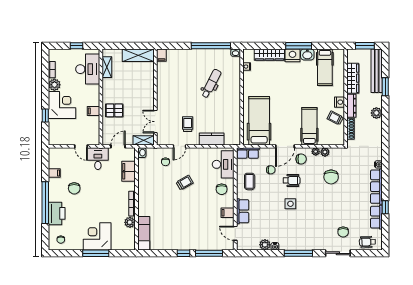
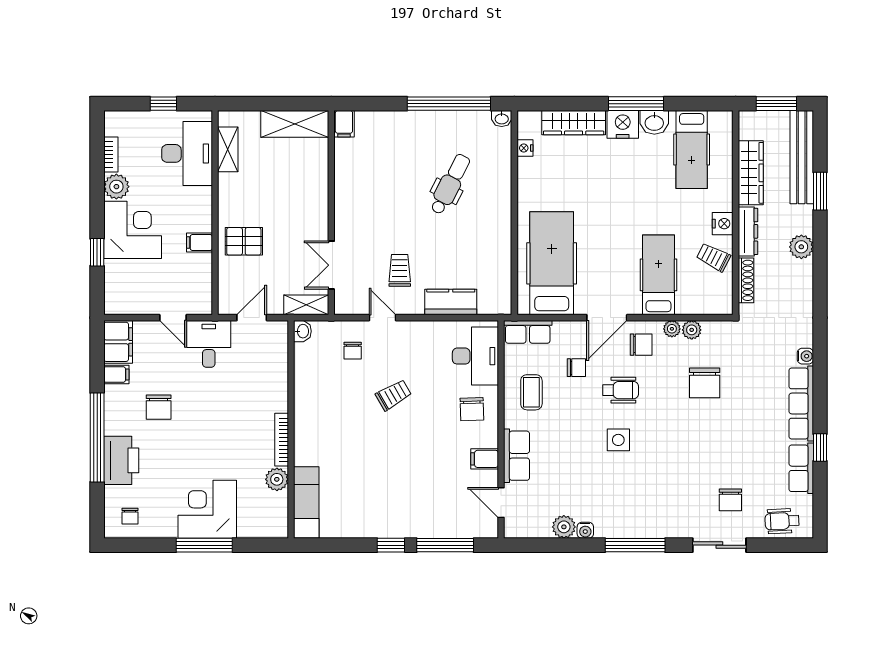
door: (180, 146) -> (382, 318), swing flipped
filing cabinet: (129, 171) -> (118, 342), moved, turned 180

